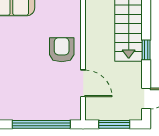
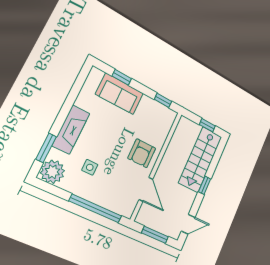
armchair: (62, 50) -> (142, 153), turned 180
side table: (17, 88) -> (90, 167), added

